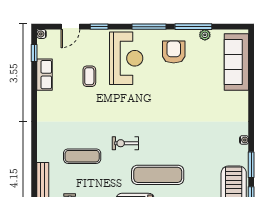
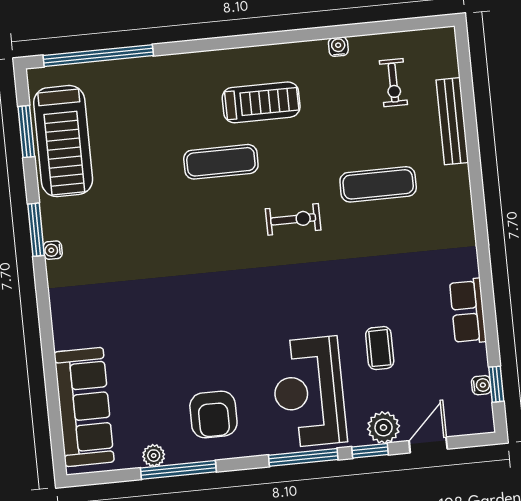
window: (149, 27) -> (303, 457), moved
water cooler: (42, 34) -> (481, 385), moved
plant: (91, 37) -> (383, 428), added
row of seats: (44, 75) -> (468, 311), moved
window: (251, 165) -> (36, 230), moved
exercise mat: (158, 175) -> (221, 162), width x0.73, depth x0.69

